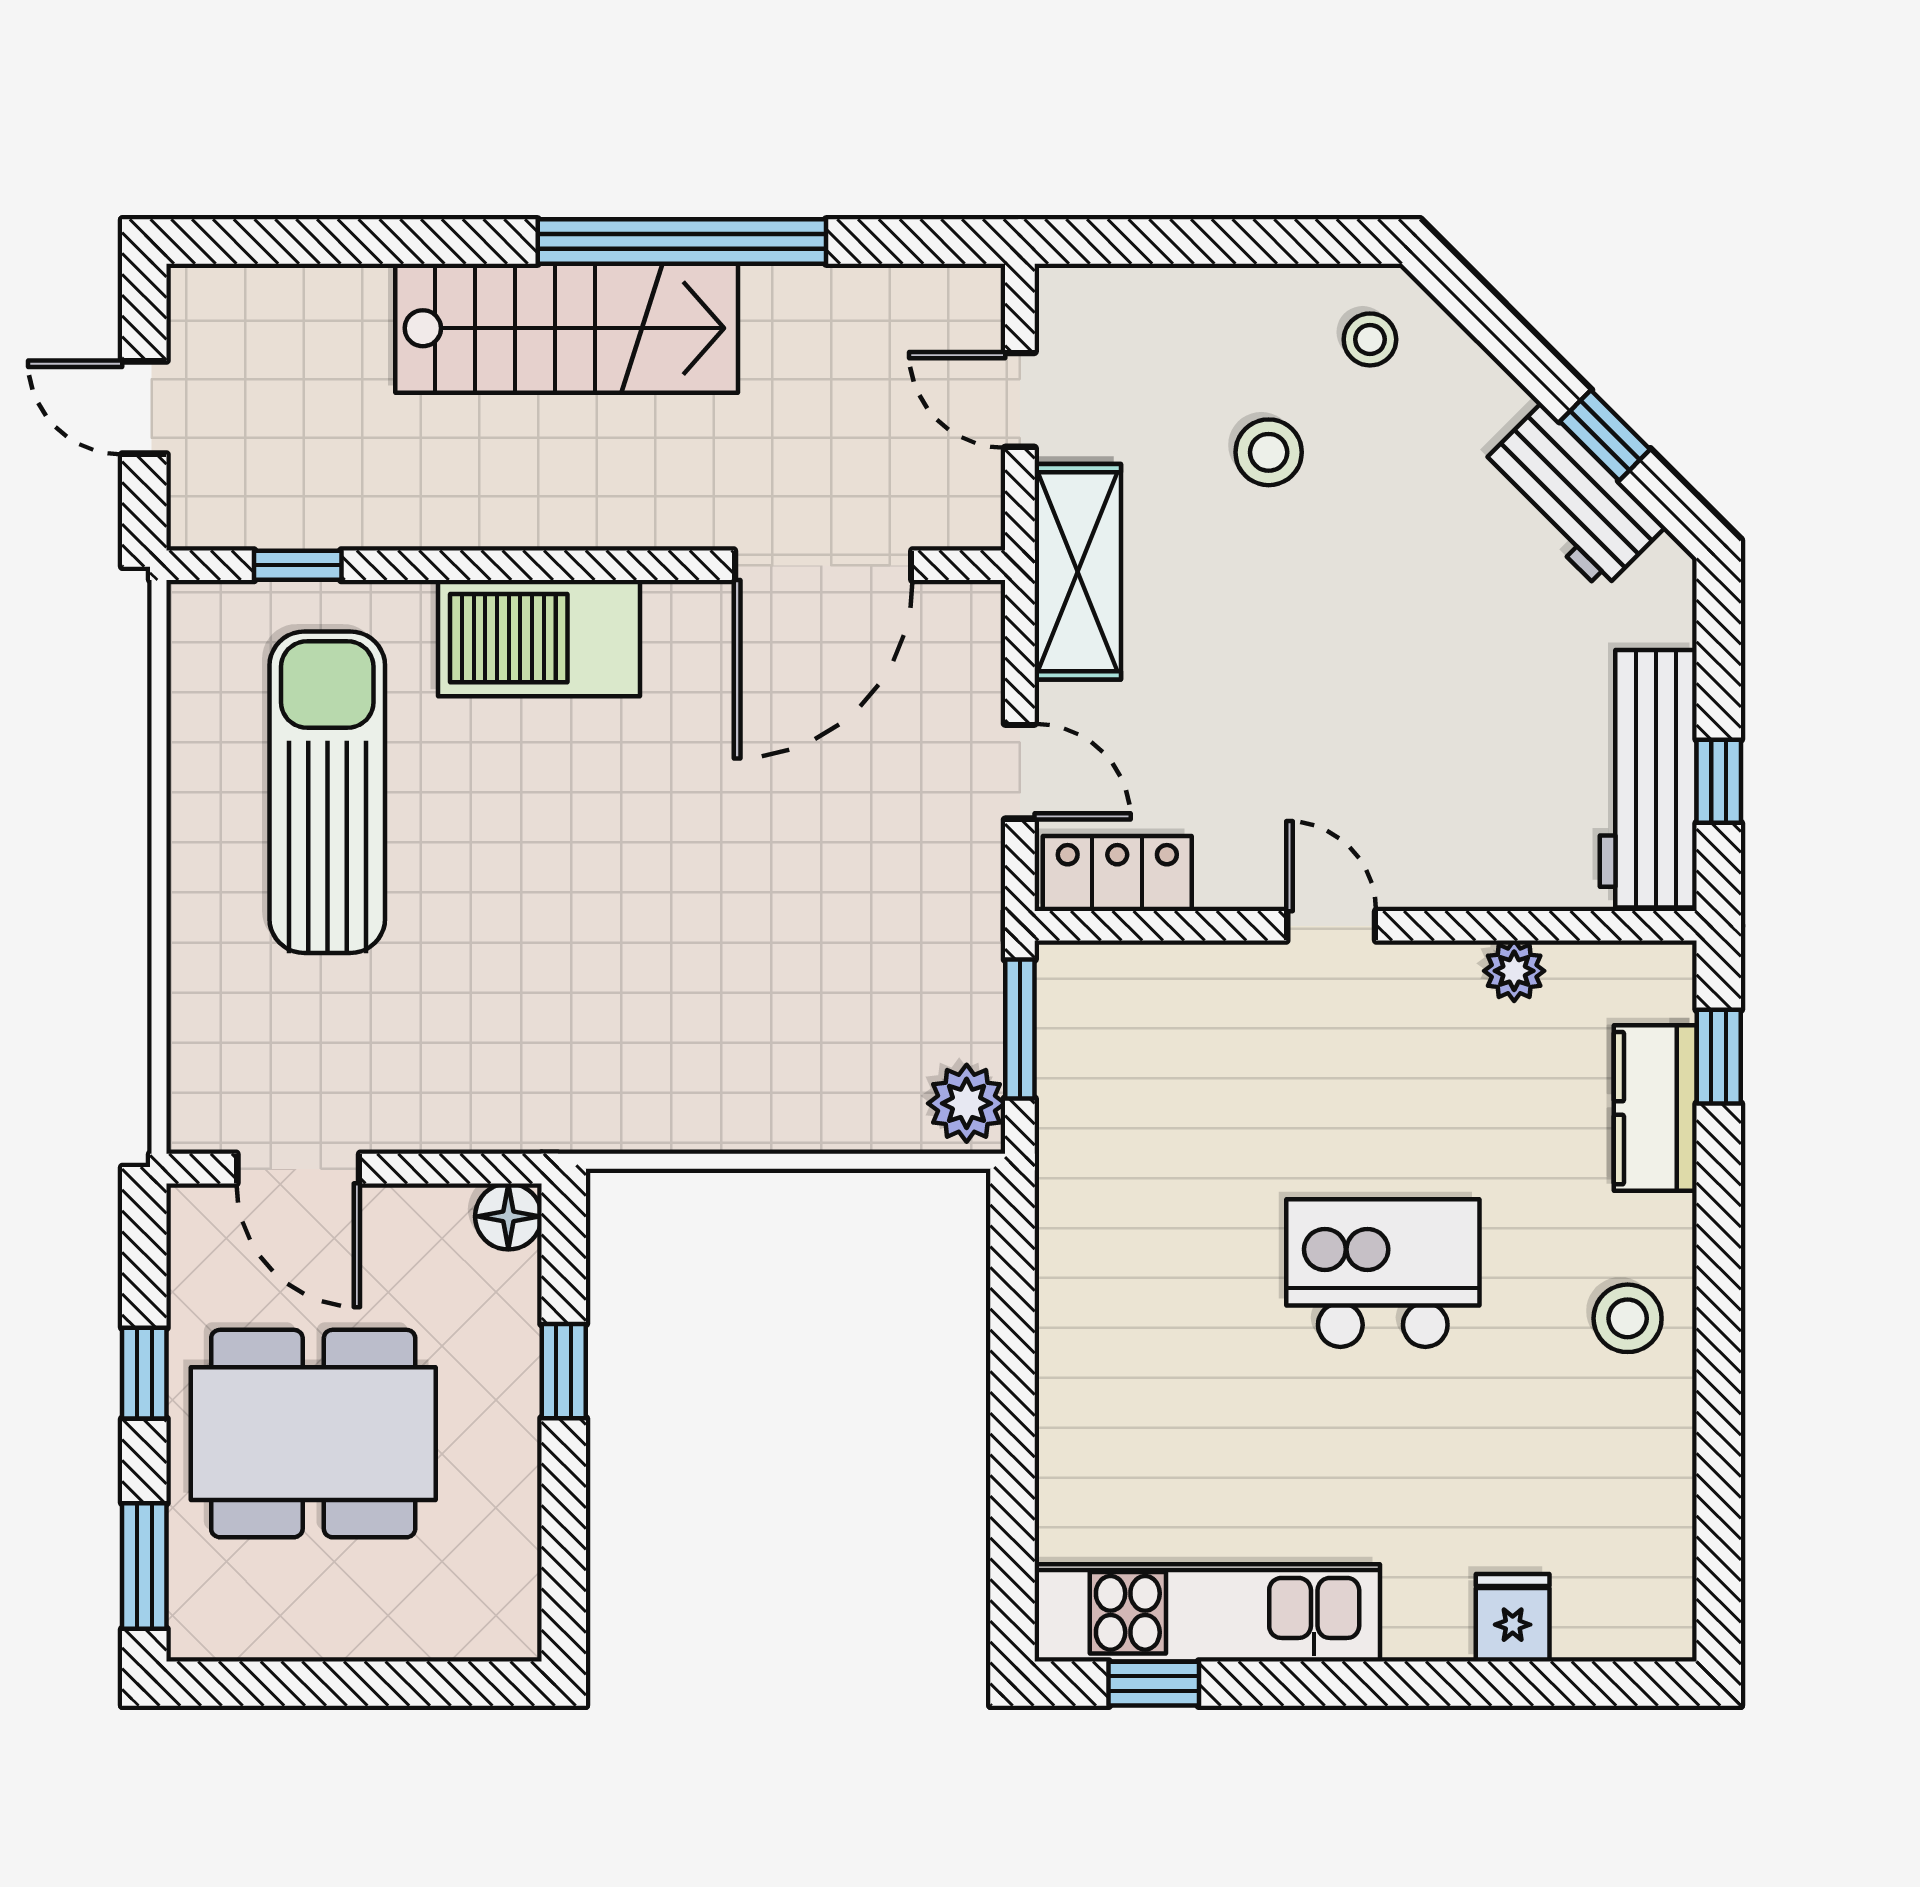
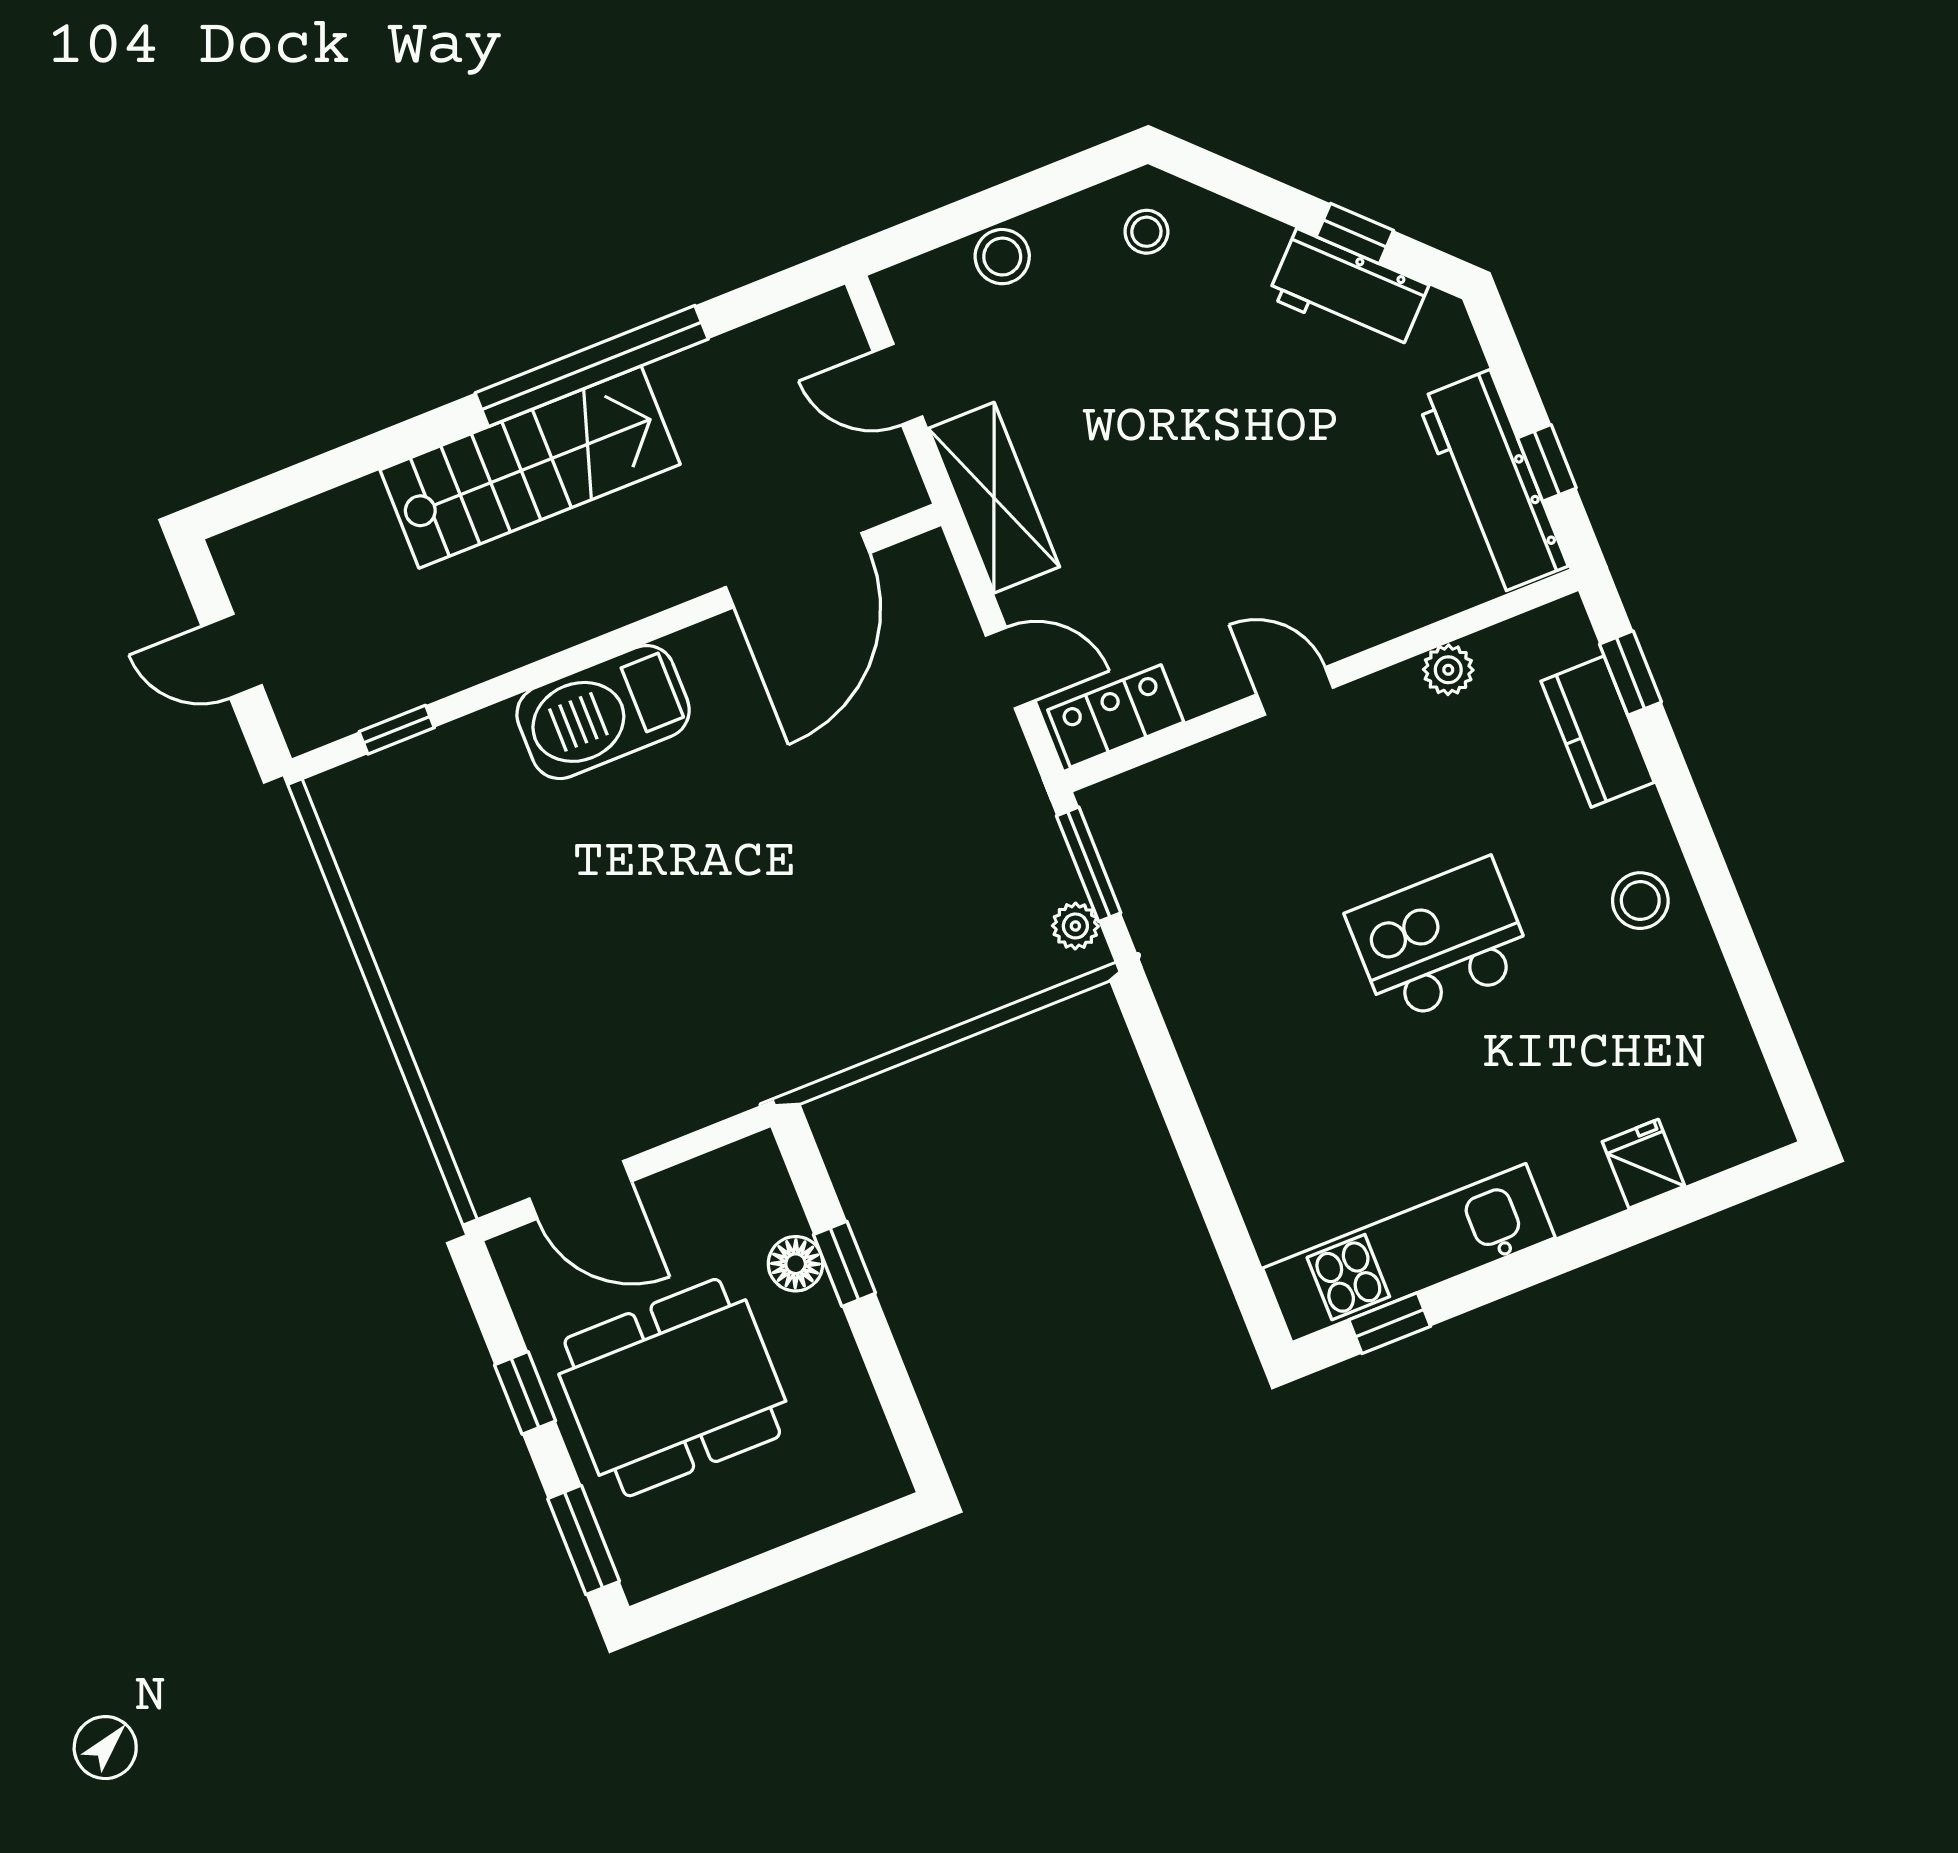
stool: (1269, 452) -> (1002, 257), moved
sun lounger: (327, 792) -> (488, 894), removed
plant: (967, 1103) -> (1075, 926), width x0.73, depth x0.73
floor lamp: (508, 1216) -> (796, 1264), moved

